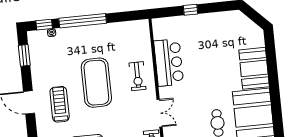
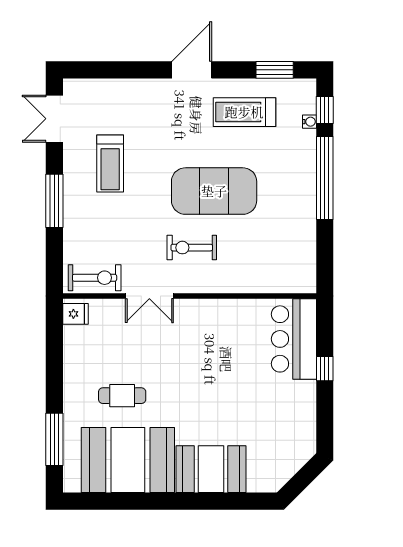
bar counter: (169, 63) -> (294, 339), moved, turned 90
exercise bike: (138, 76) -> (192, 248), moved
treadmill: (60, 104) -> (244, 112), moved, turned 180

